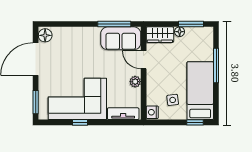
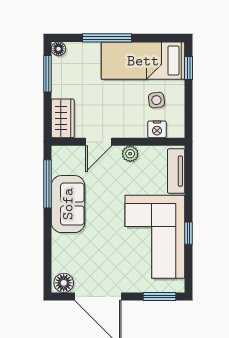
floor lamp: (180, 32) -> (58, 49), moved
sofa: (121, 38) -> (68, 204), moved
nightstand: (152, 112) -> (157, 129), moved

